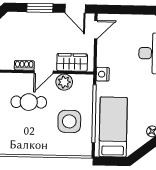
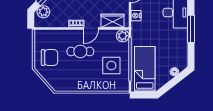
nightstand: (103, 74) -> (136, 16), moved
plant: (64, 82) -> (123, 36), moved

